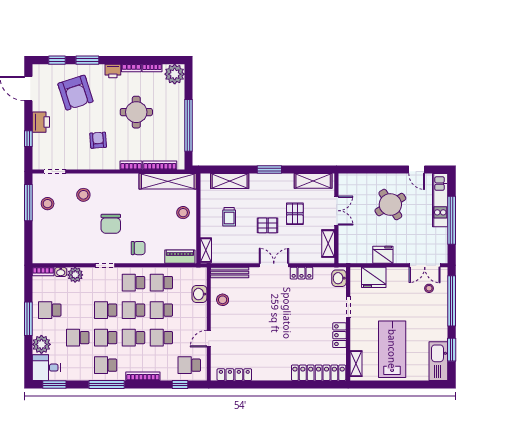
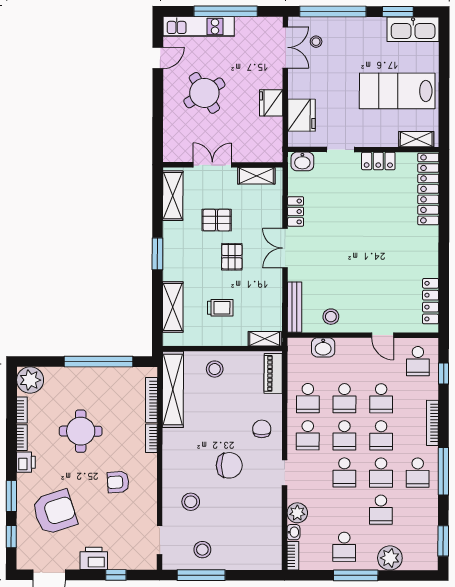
desk: (46, 368) -> (421, 552), removed

